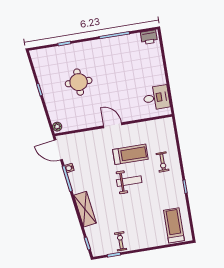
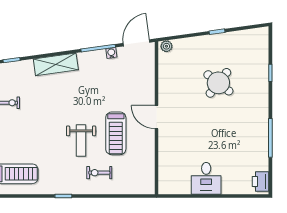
round table: (79, 82) -> (218, 83), turned 38
desk: (156, 98) -> (206, 178), moved
door: (113, 125) -> (156, 117), swing flipped
weight bench: (129, 181) -> (81, 140), moved

